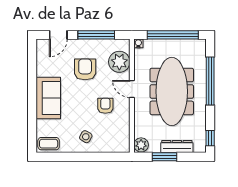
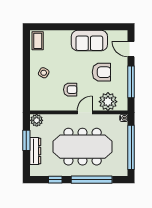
sofa: (48, 98) -> (89, 41), moved
window: (210, 138) -> (55, 180), moved

